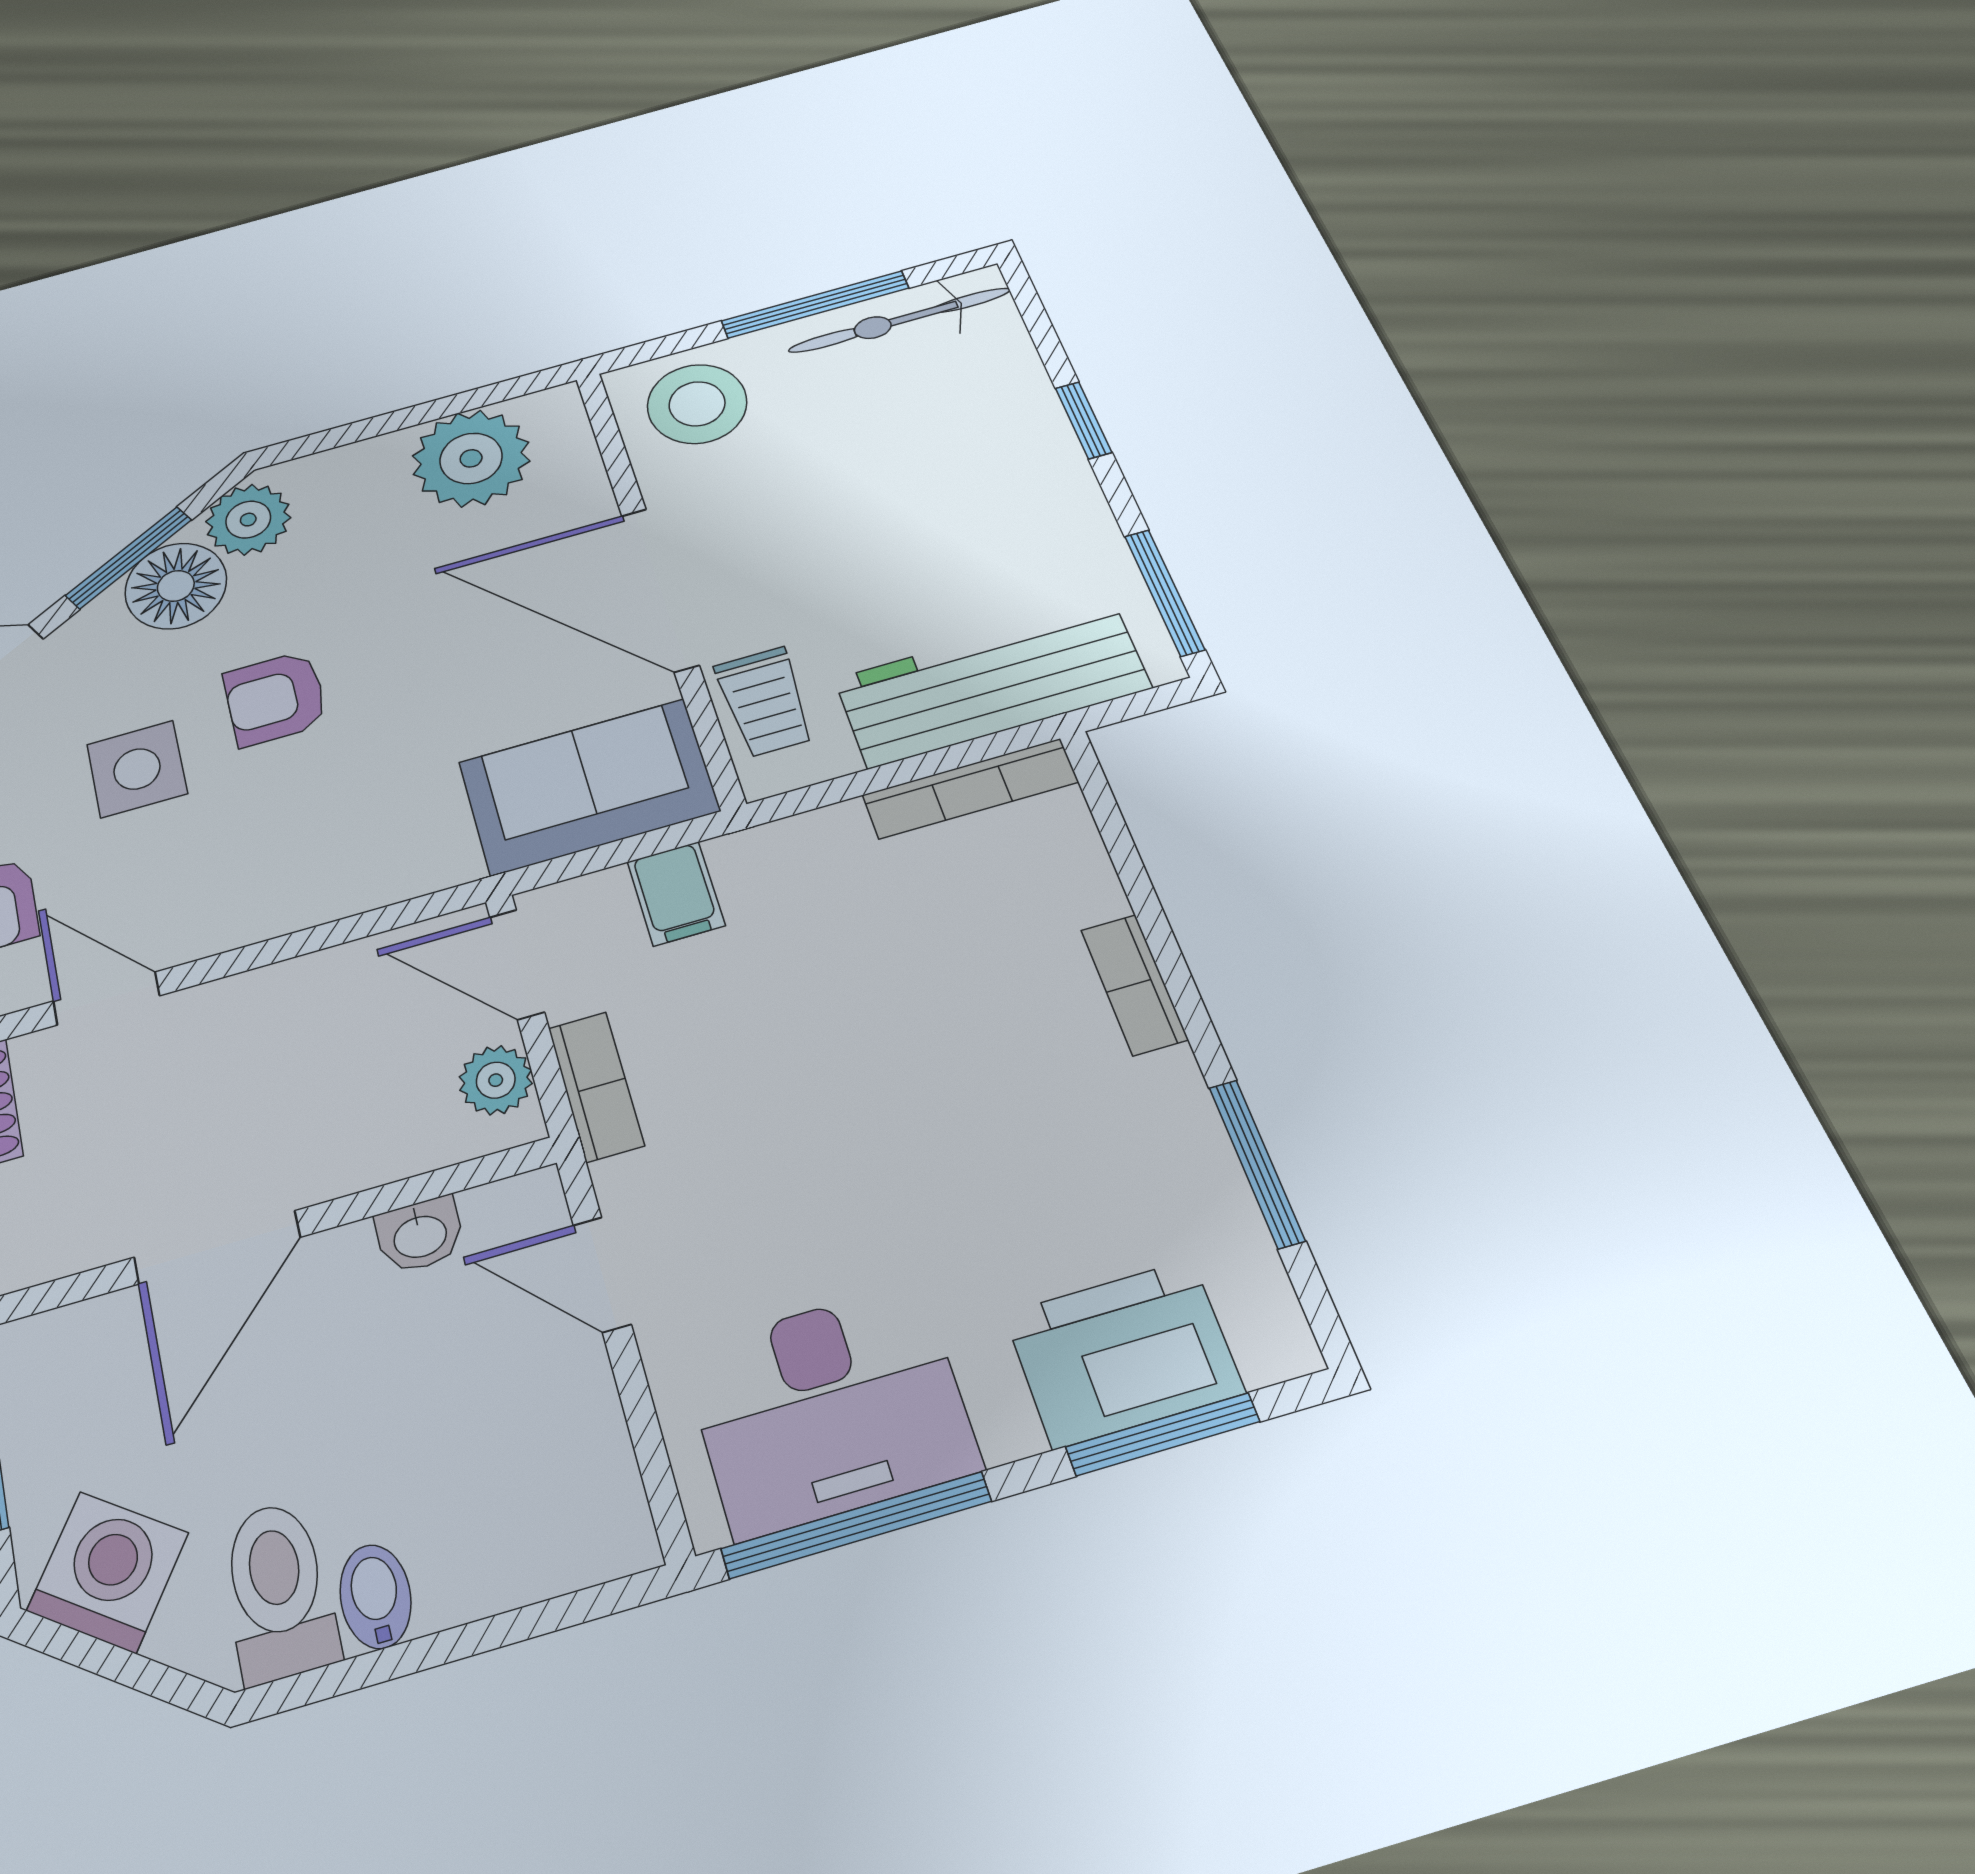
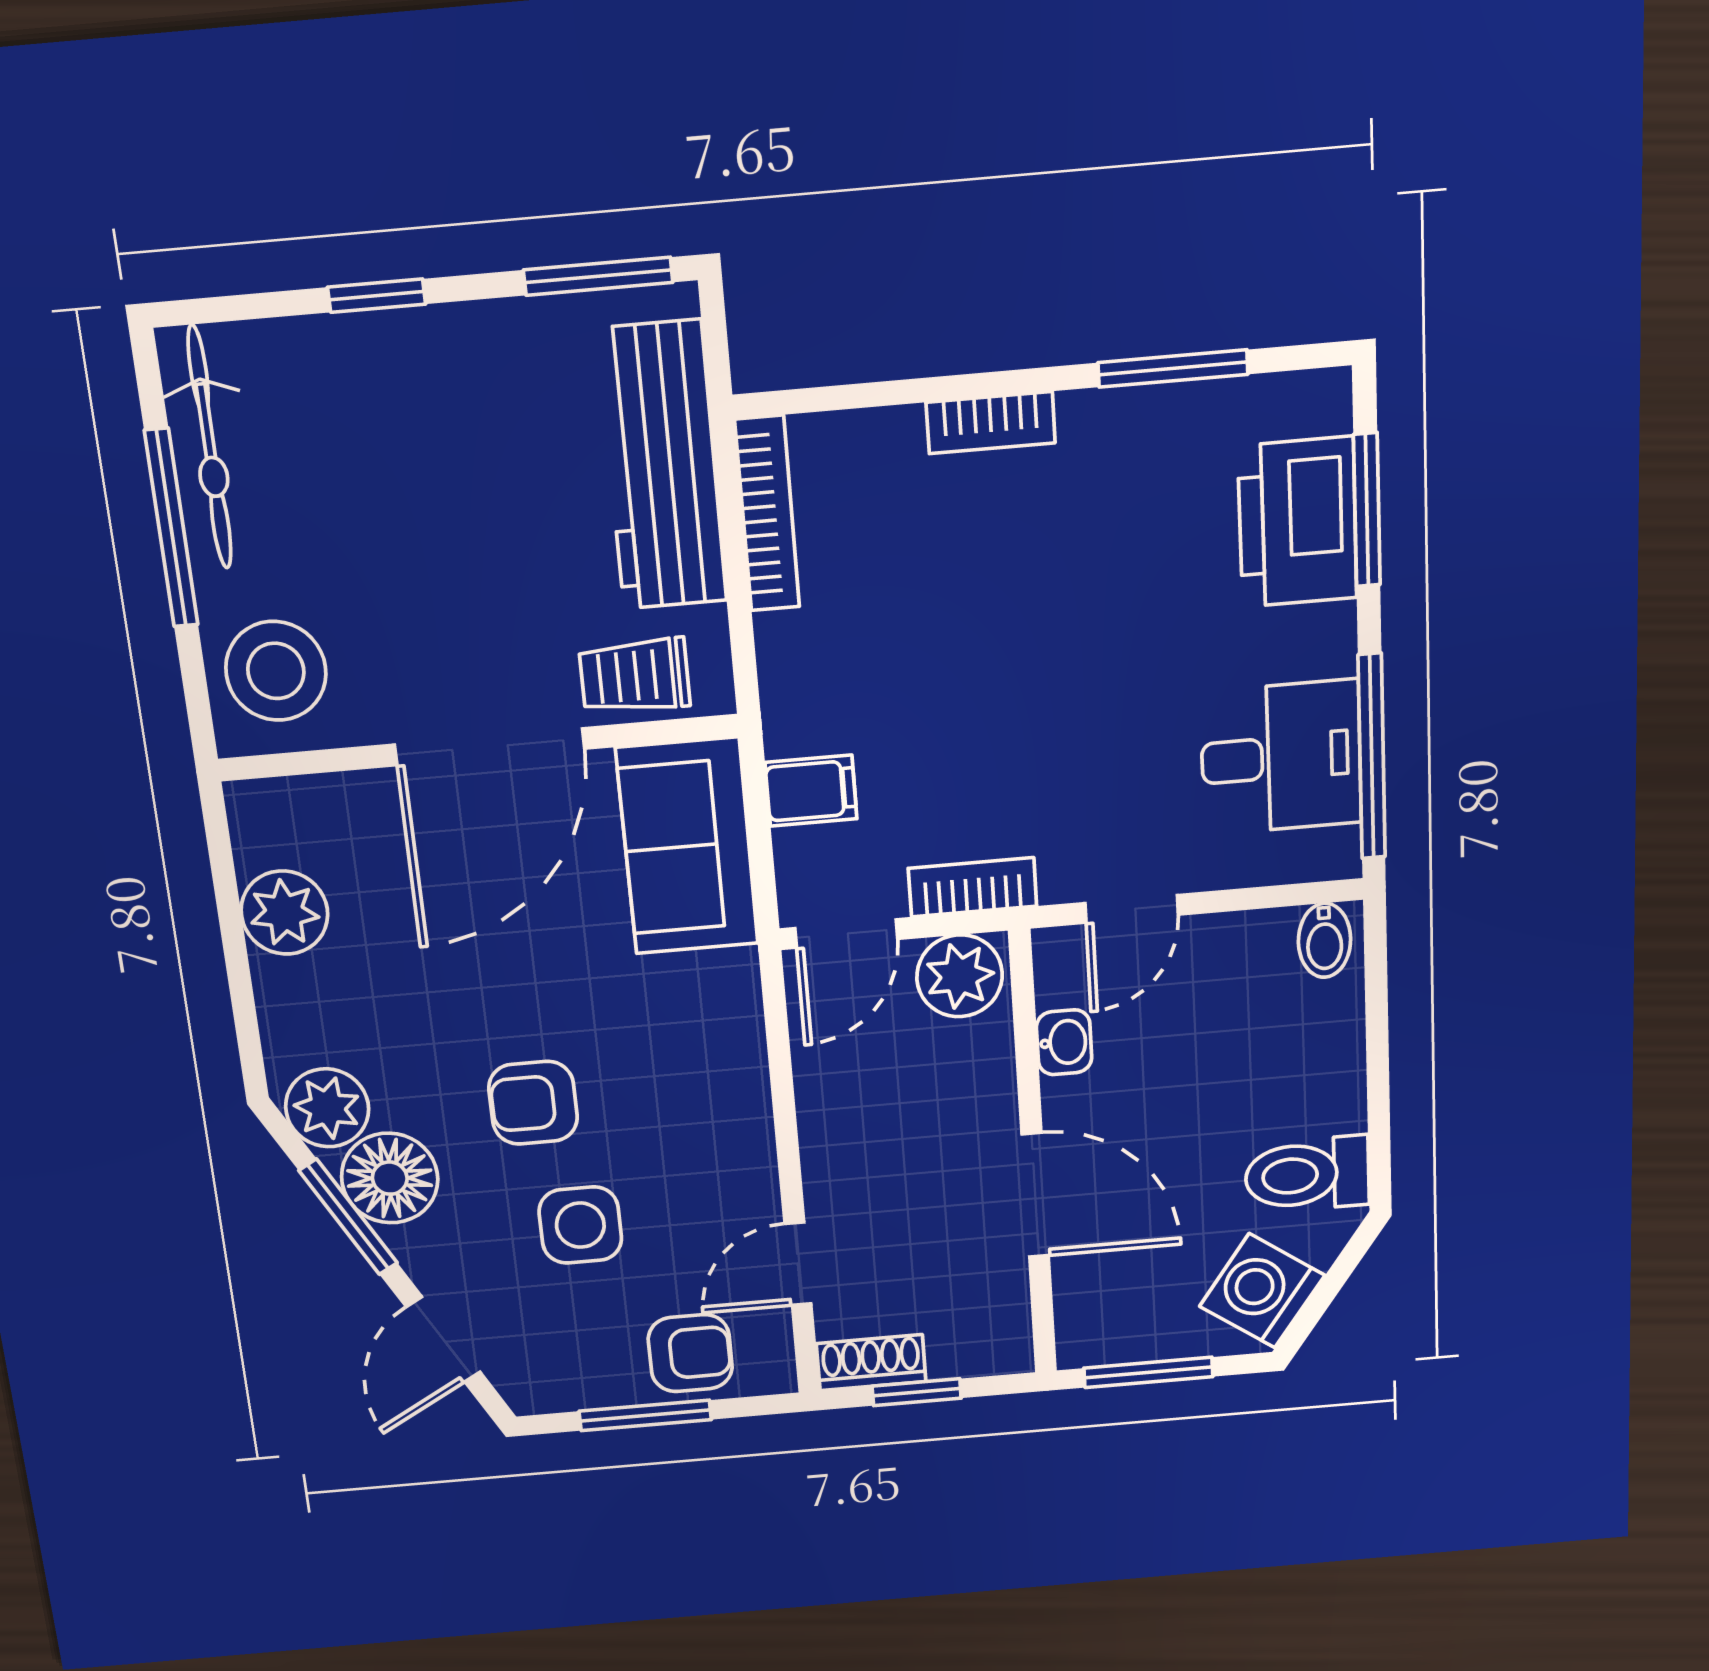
plant: (471, 458) -> (284, 913), width x0.73, depth x0.73
armchair: (275, 698) -> (533, 1103), turned 90
trolley: (765, 702) -> (635, 676), turned 180
plant: (496, 1080) -> (960, 976), width x1.38, depth x1.38
desk: (829, 1409) -> (1281, 757), width x0.73
bidet: (375, 1596) -> (1325, 940), moved, turned -90

